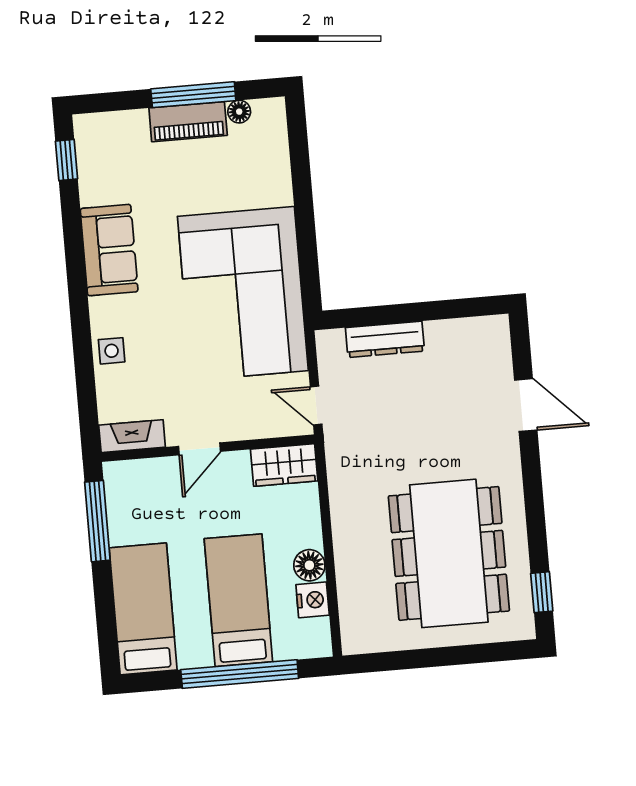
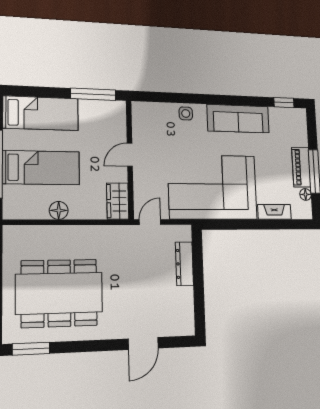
sofa: (109, 250) -> (238, 119), width x1.36
fireplace: (132, 436) -> (274, 212), moved, turned -90
door: (199, 449) -> (130, 155), hinge flipped
window: (542, 592) -> (31, 349), width x1.50
nightstand: (313, 600) -> (38, 211), removed

